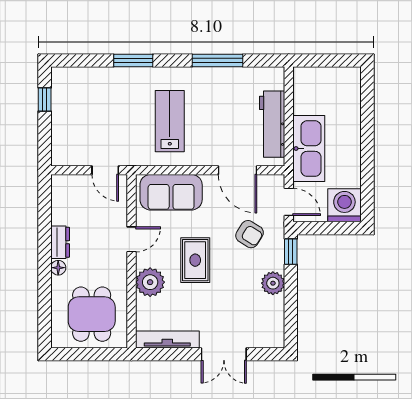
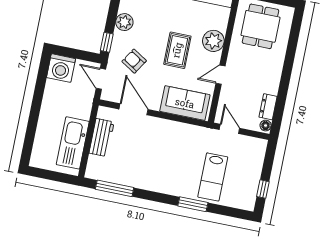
window: (218, 61) -> (115, 188), moved
lab bench: (170, 121) -> (213, 177), moved
workbench: (272, 124) -> (102, 138), width x0.73
kitchen sink: (309, 149) -> (73, 143), moved
dresser: (60, 242) -> (268, 107), moved
floor lamp: (58, 268) -> (266, 126), moved

